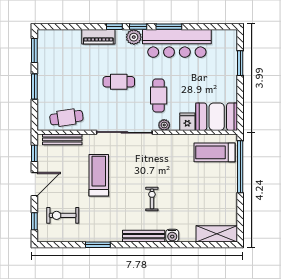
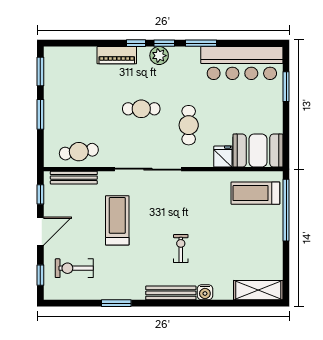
bar counter: (177, 43) -> (242, 63), moved
plant: (164, 125) -> (195, 160), removed

